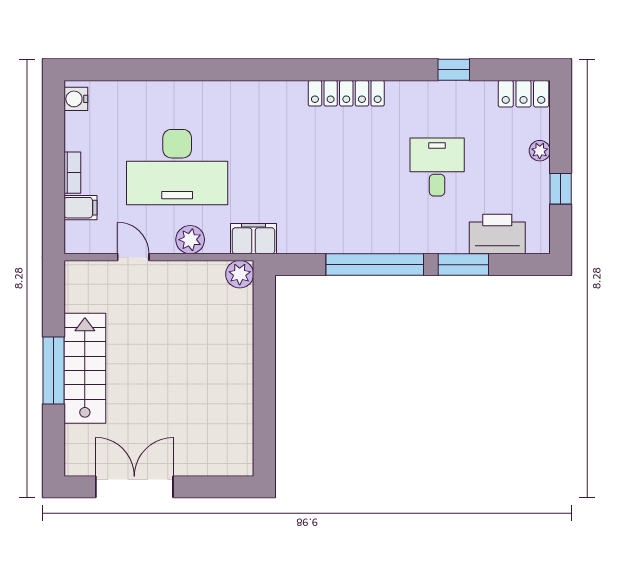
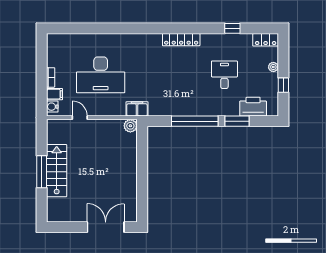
water cooler: (76, 99) -> (52, 107), moved
plant: (190, 240) -> (107, 109), removed
double door: (134, 487) -> (106, 227), moved

